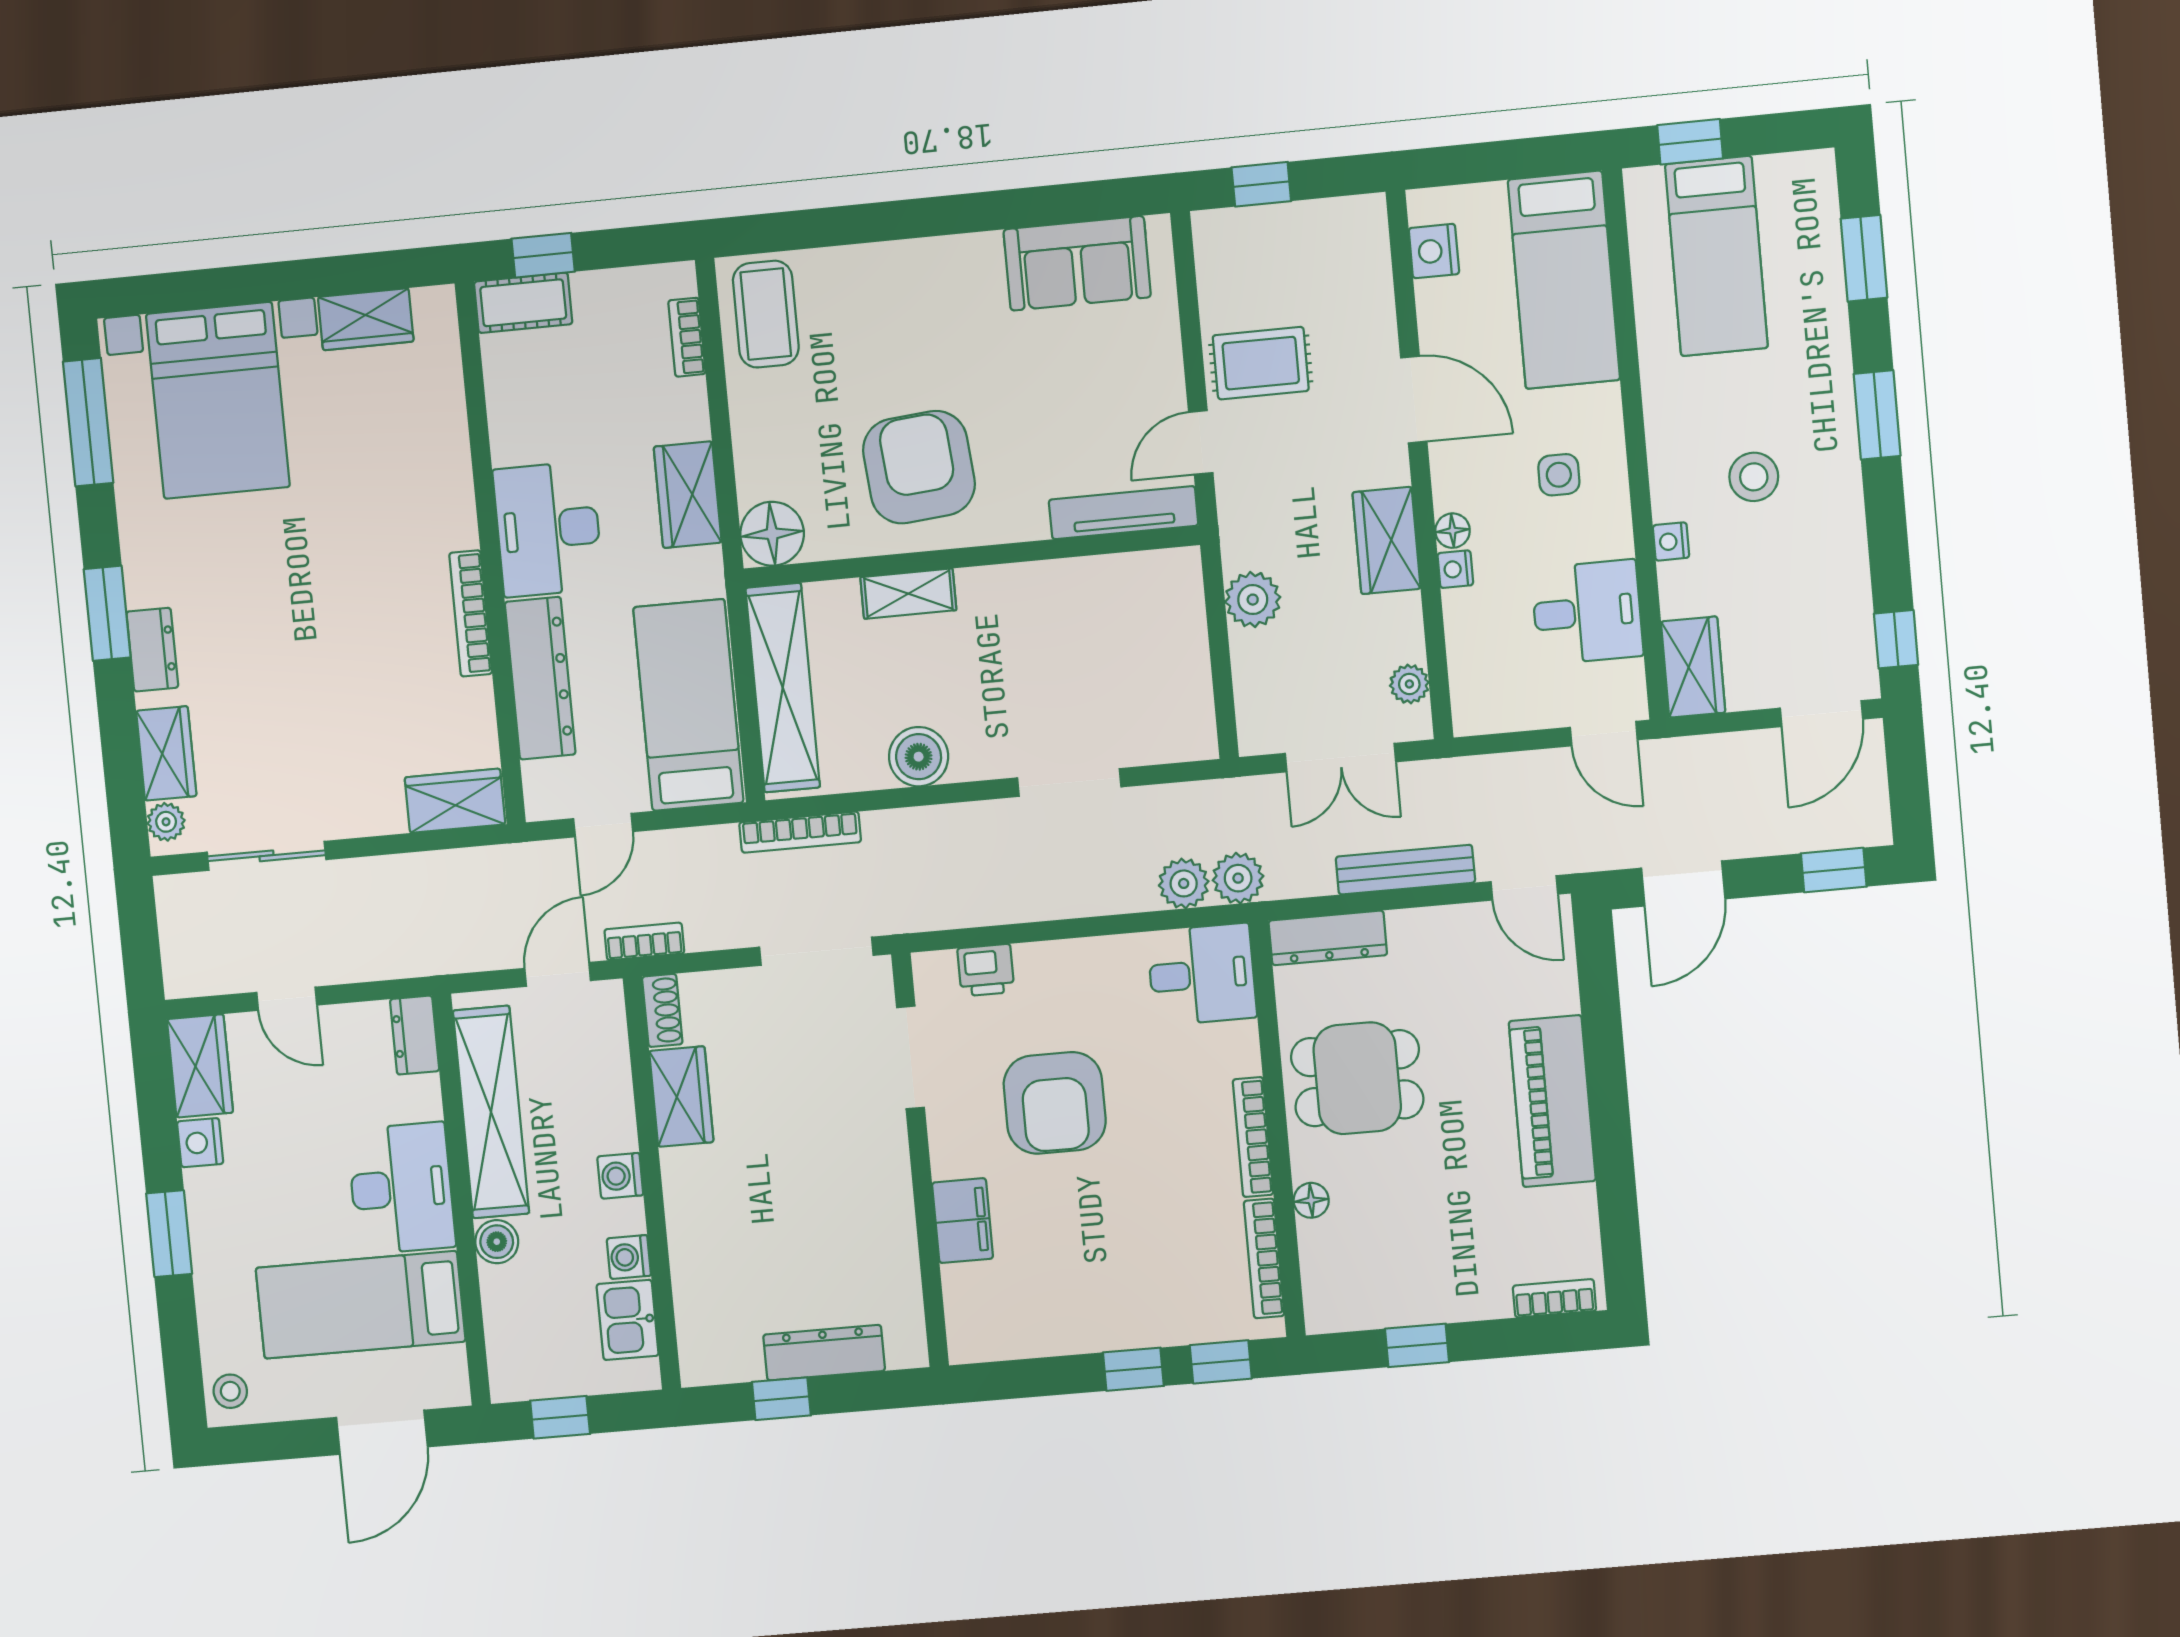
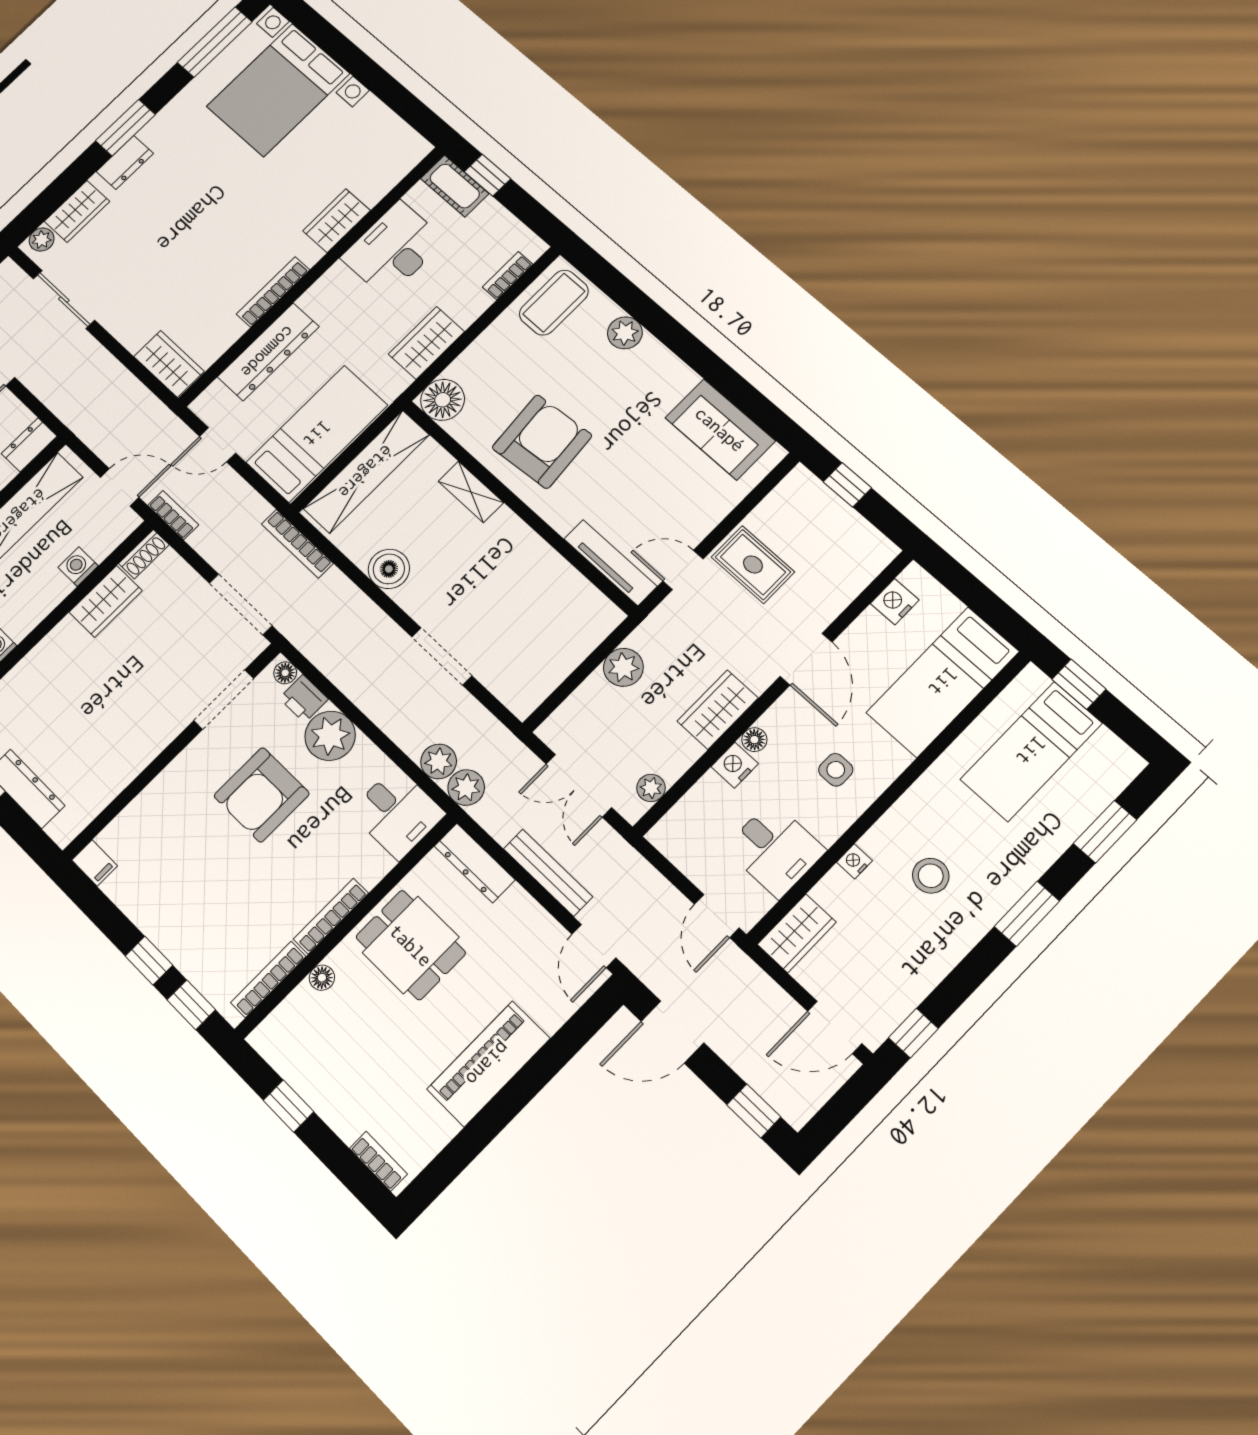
plant: (872, 268) -> (625, 333), added
wardrobe: (366, 319) -> (337, 221), moved, turned 90
desk: (548, 529) -> (393, 249), moved
nightstand: (1455, 569) -> (735, 765), width x1.39, depth x1.35
floor lamp: (939, 966) -> (285, 673), added
plant: (1053, 976) -> (330, 736), added
washing machine: (620, 1176) -> (78, 567), moved
filing cabinet: (963, 1221) -> (95, 863), moved, width x0.50

